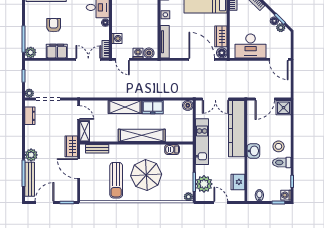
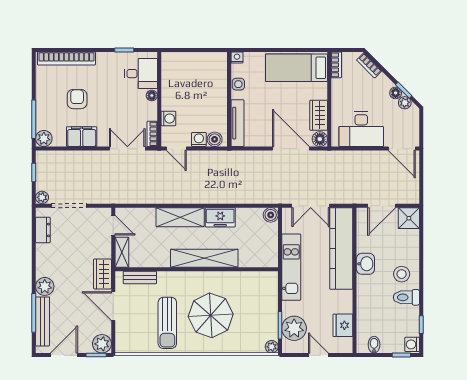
barbecue: (172, 149) -> (248, 279), removed
washbasin: (253, 151) -> (365, 264), moved
plant: (71, 195) -> (102, 344), added

